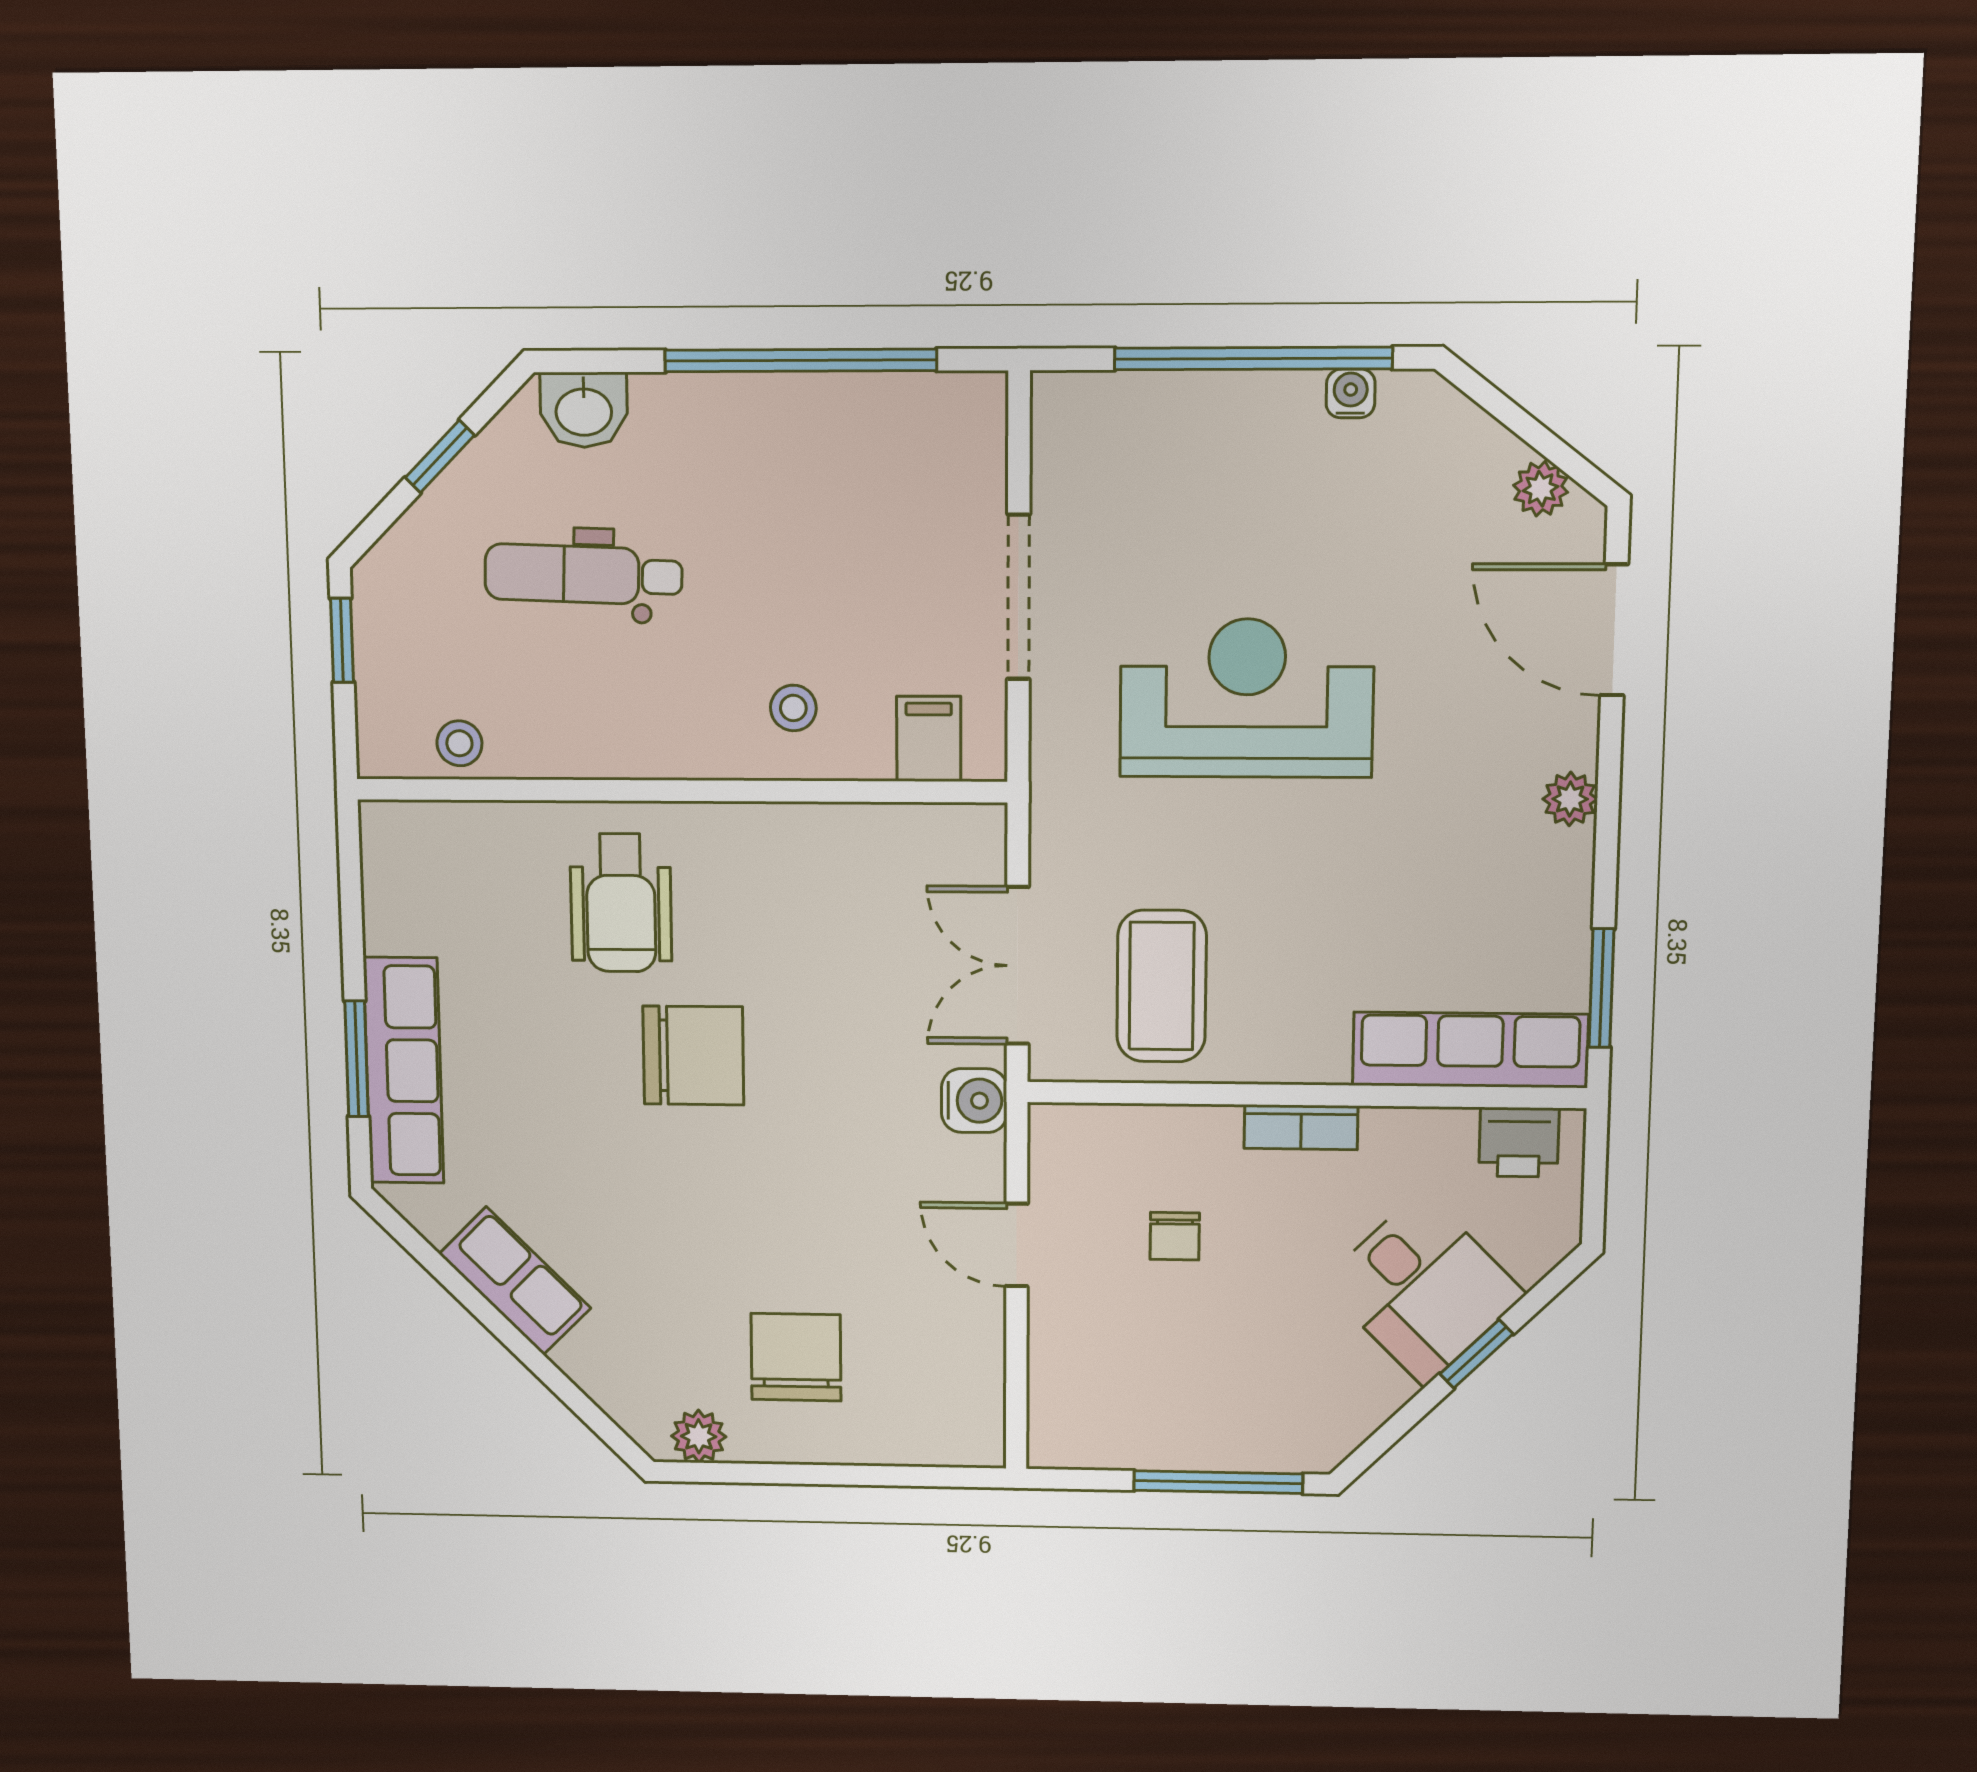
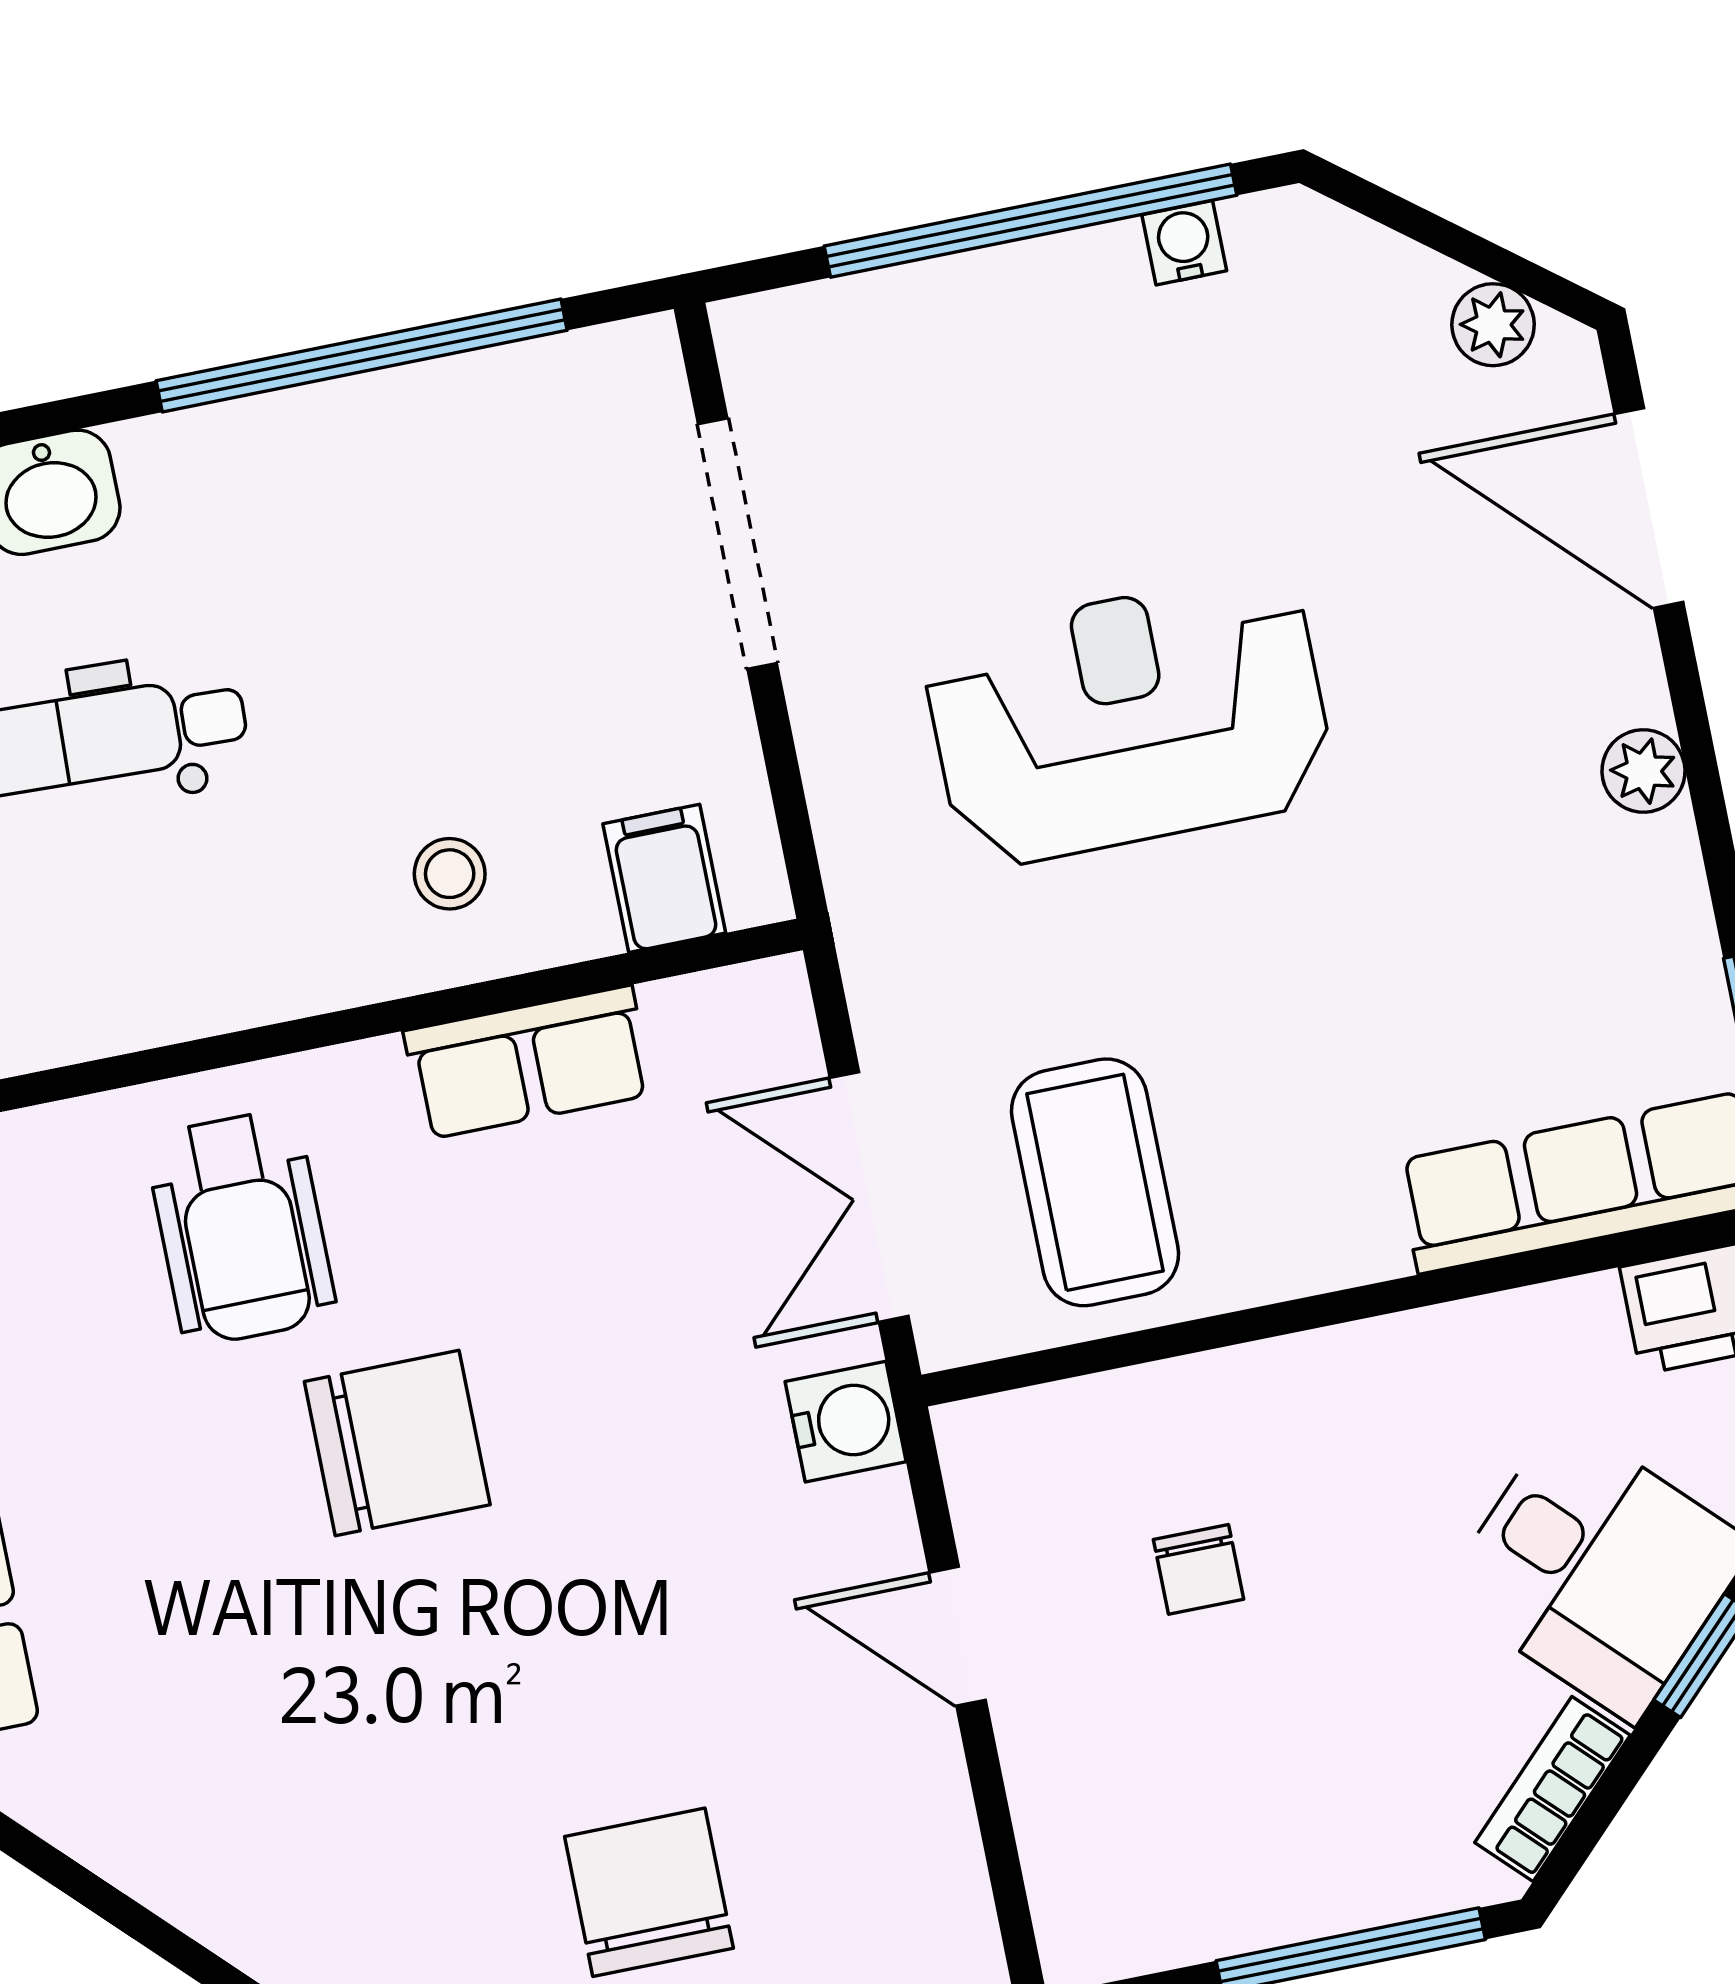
doorway: (1018, 597) -> (737, 544), moved
bookcase: (1301, 1127) -> (1552, 1789), moved, turned 135
row of seats: (515, 1281) -> (528, 1063), moved, turned 135

